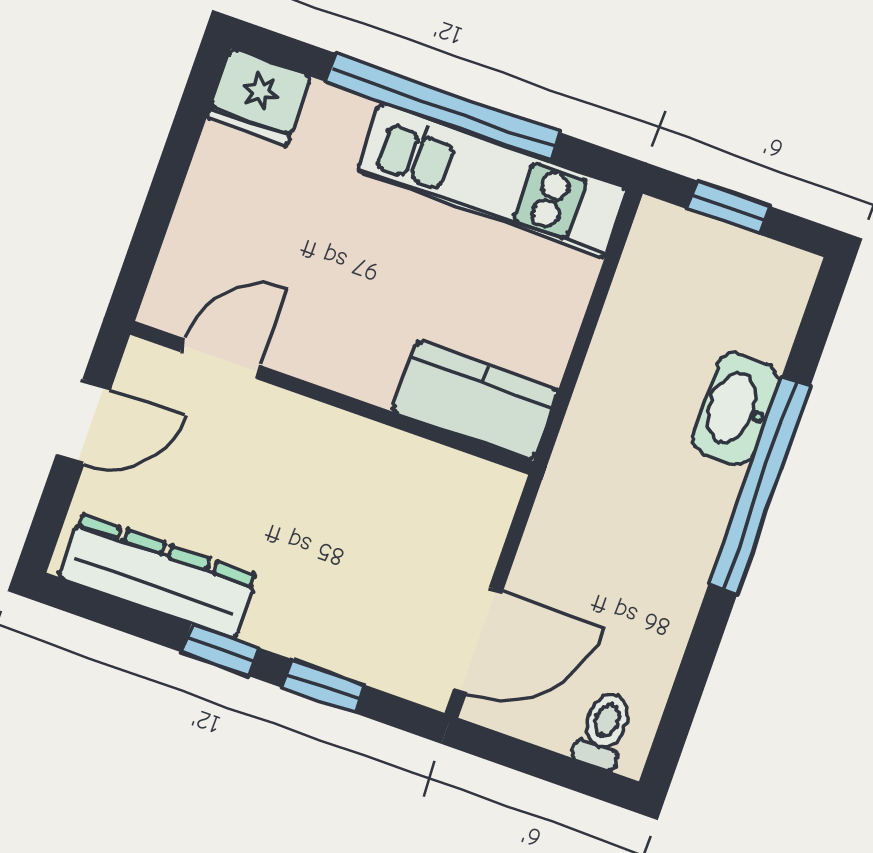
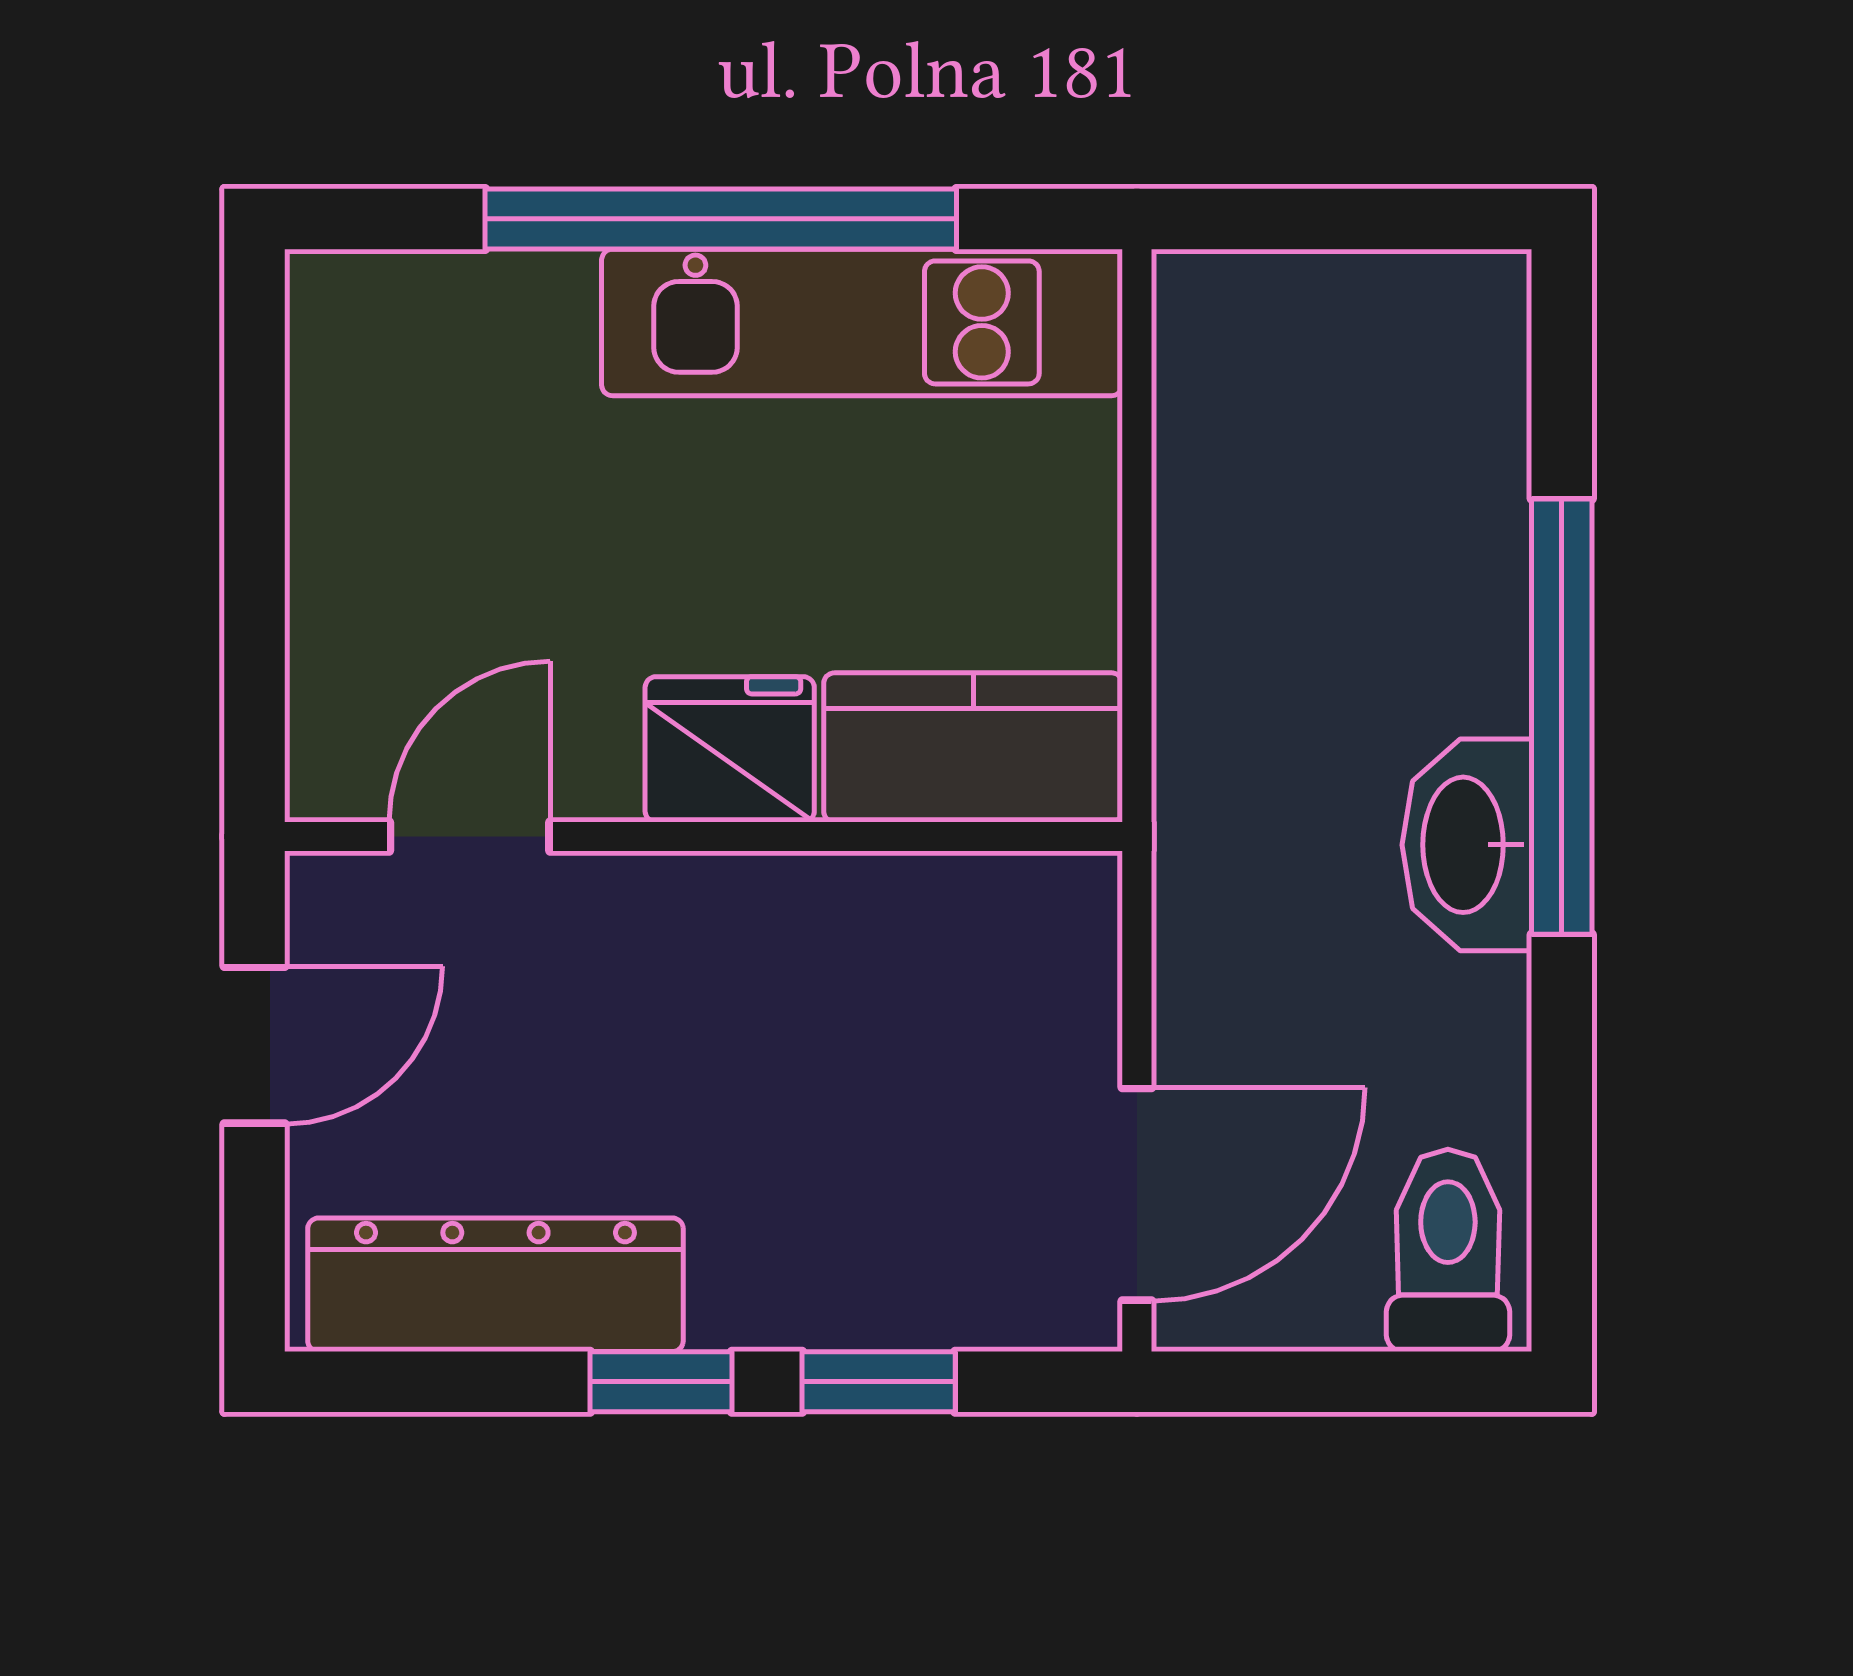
fridge: (259, 97) -> (730, 749), moved, turned 180
window: (728, 208) -> (1321, 219), removed
washbasin: (736, 409) -> (1467, 845), moved
toilet: (604, 730) -> (1448, 1250), width x1.37, depth x1.39

